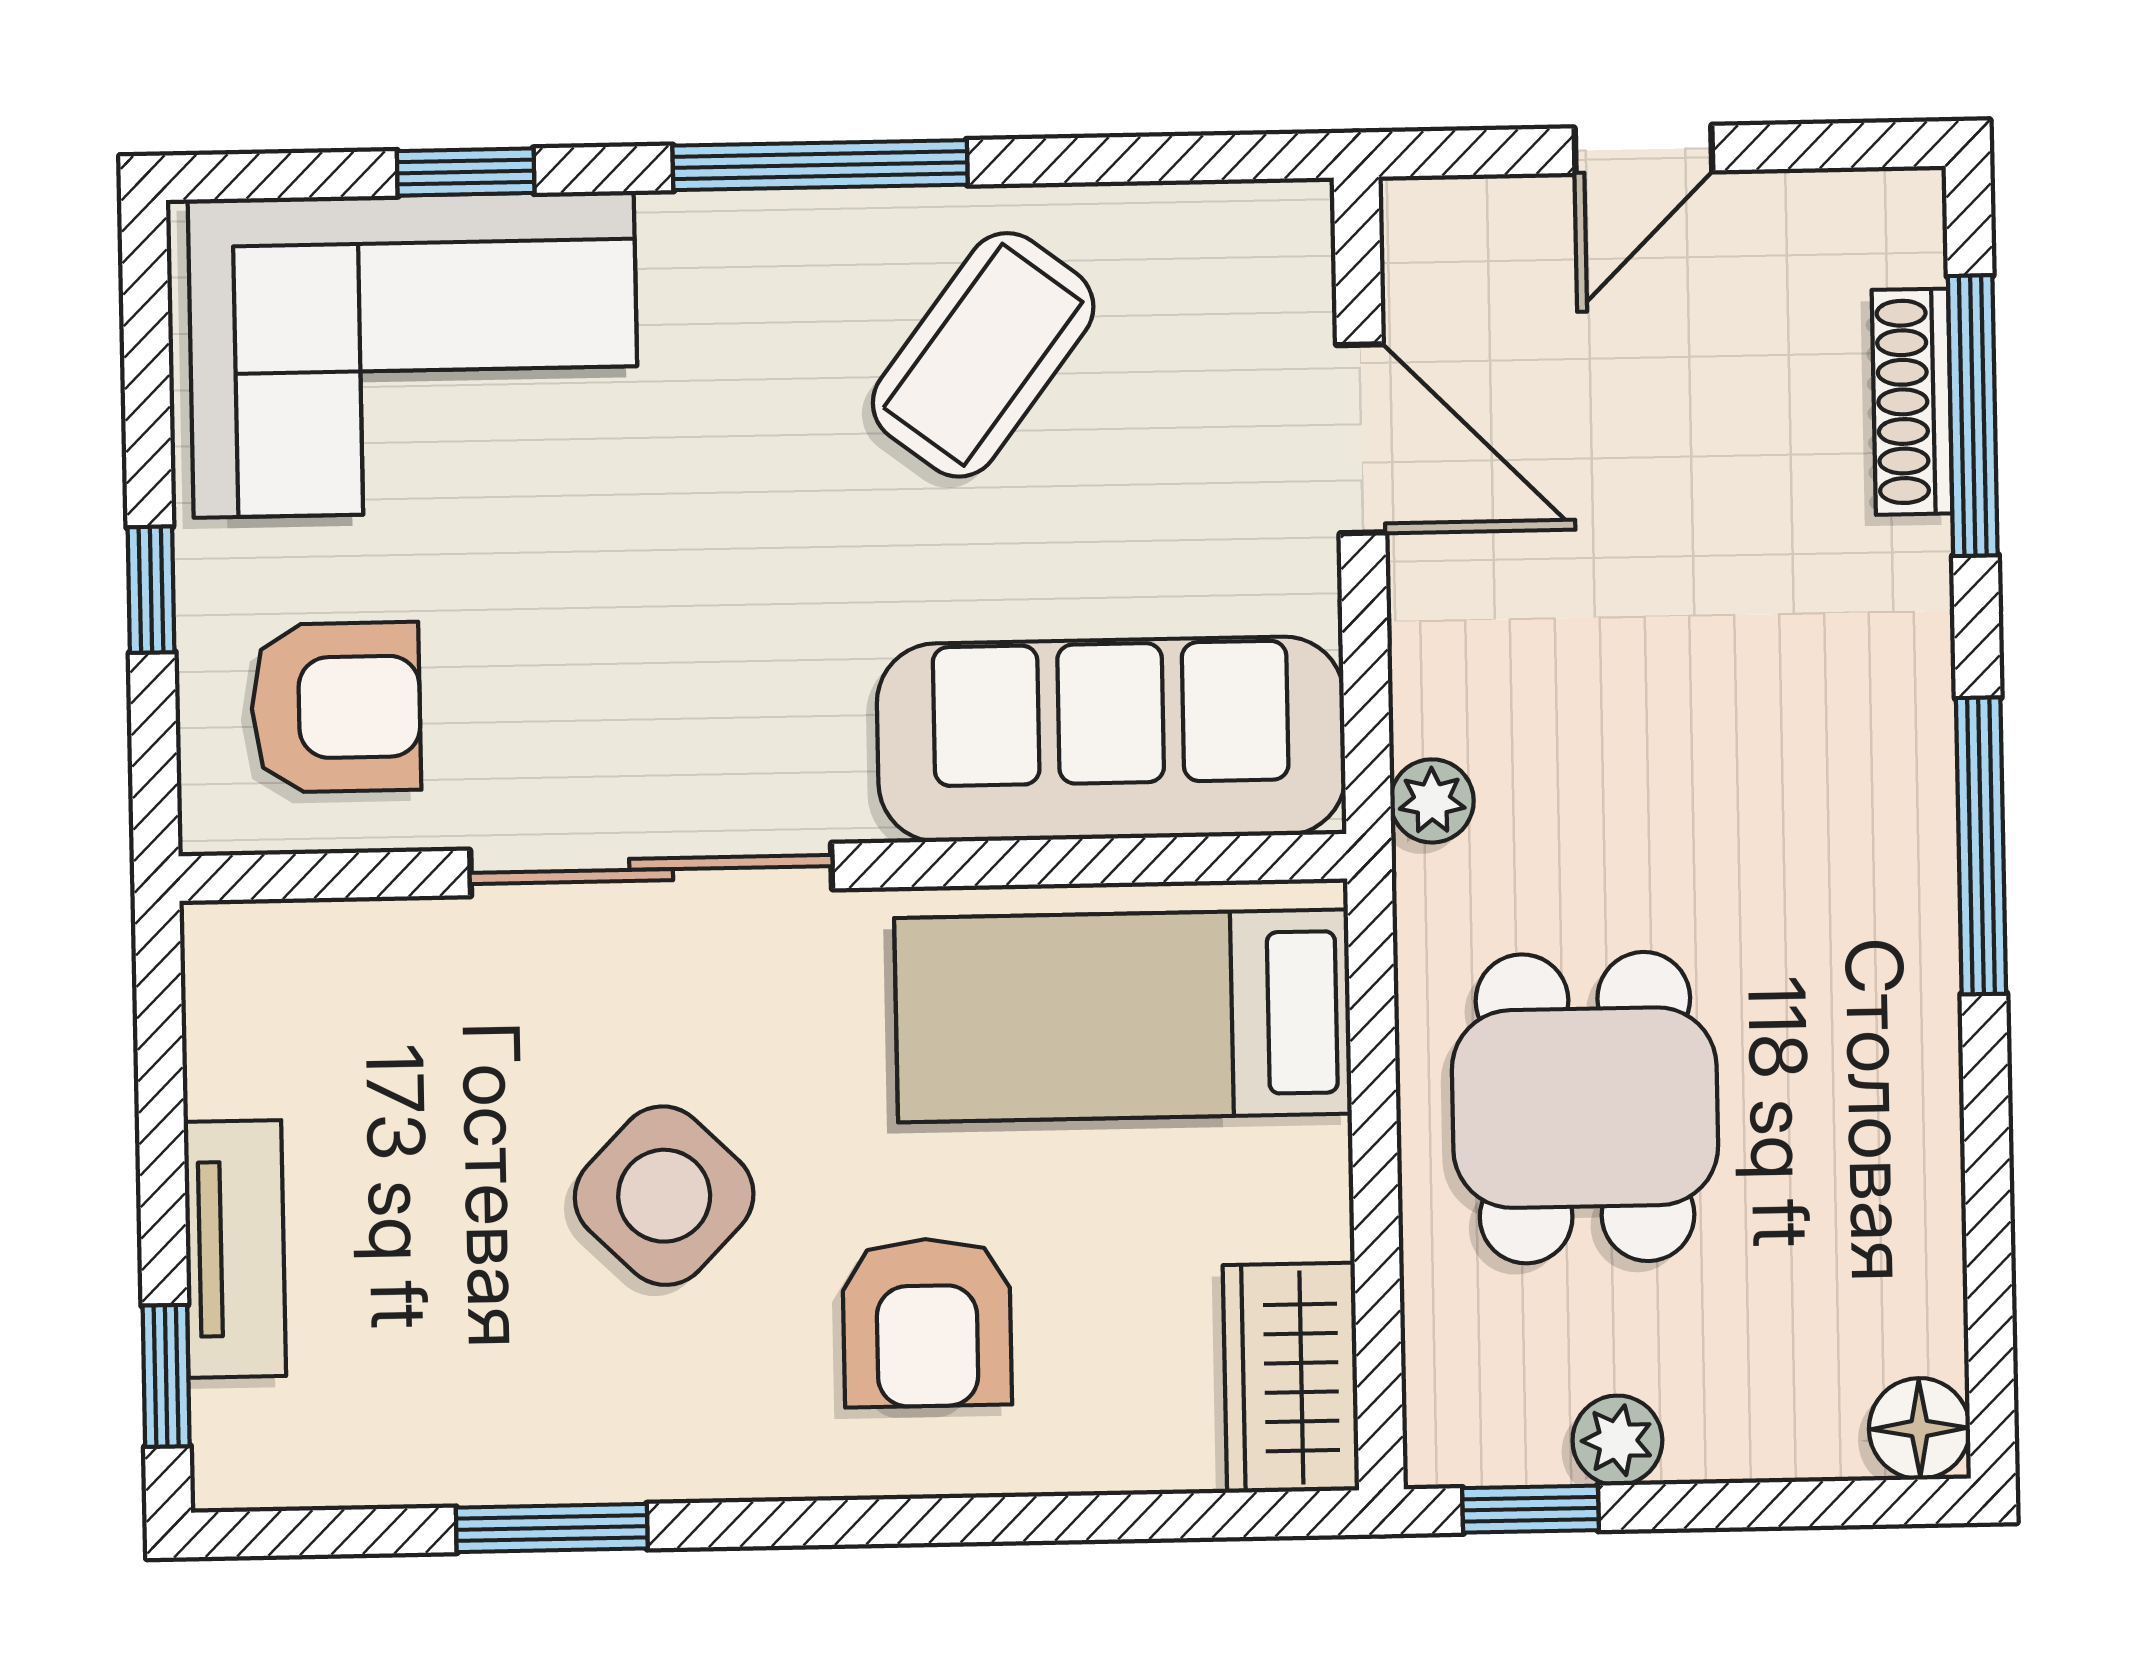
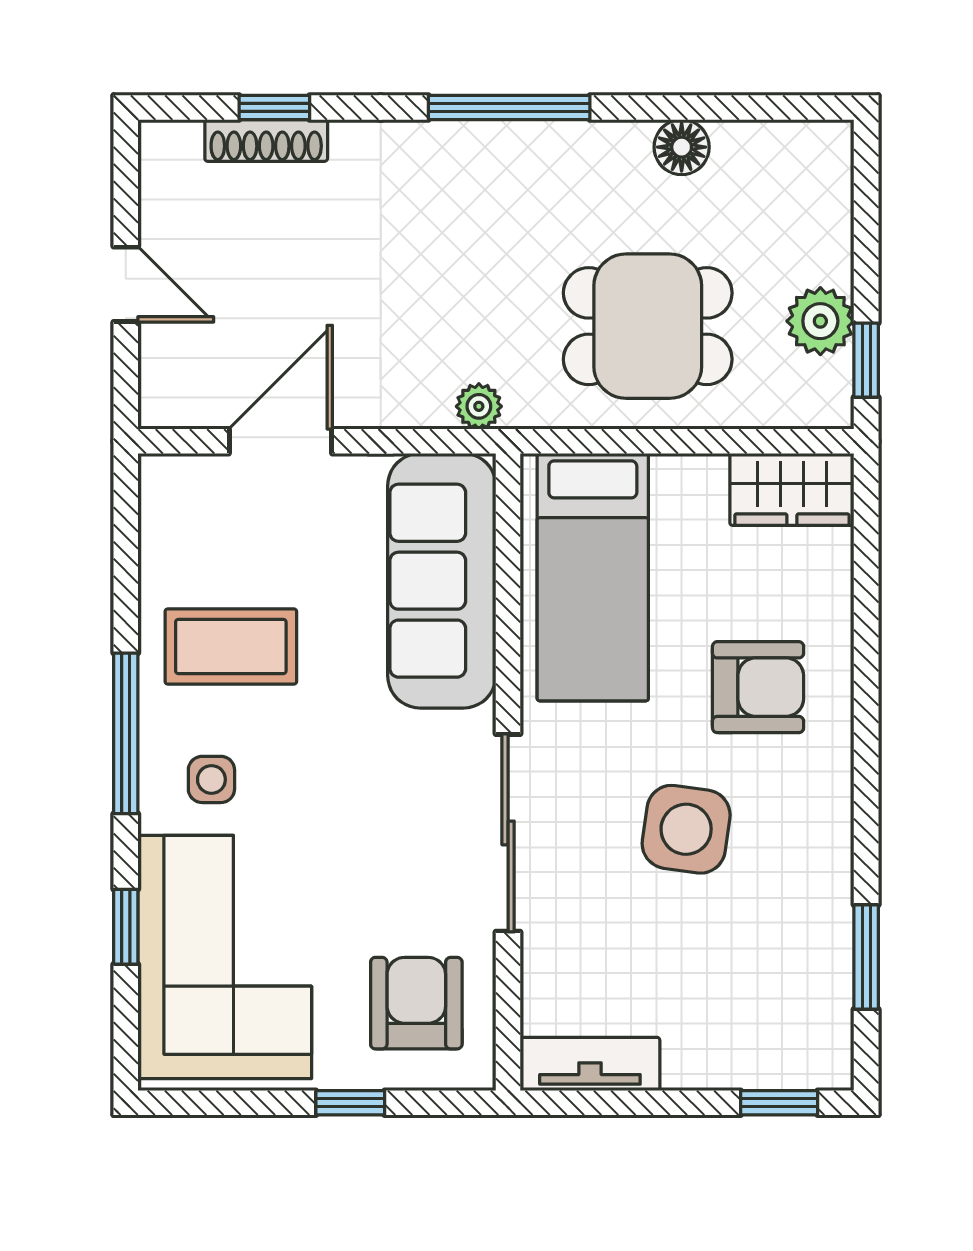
side table: (739, 324) -> (211, 779), added
coffee table: (983, 355) -> (231, 646), turned -37
window: (1973, 416) -> (274, 107), width x0.46
side table: (664, 1196) -> (686, 829), turned -36
tv unit: (235, 1249) -> (590, 1064), moved
floor lamp: (1919, 1429) -> (682, 147), moved
plant: (1617, 1440) -> (820, 321), width x1.38, depth x1.38
window: (552, 1528) -> (866, 957), moved

